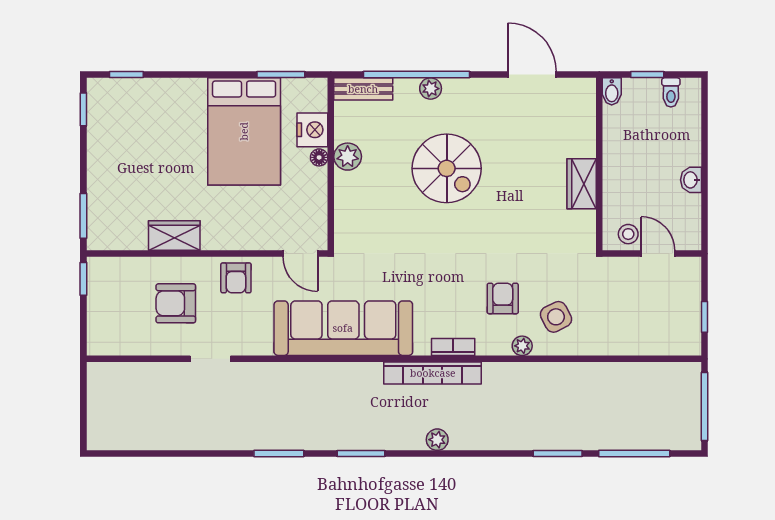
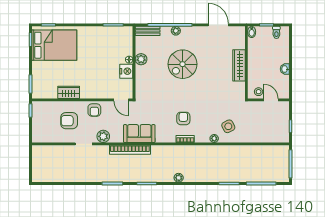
nightstand: (312, 130) -> (126, 71), moved
bed: (244, 131) -> (54, 45), moved, turned -90
spiral stairs: (447, 168) -> (183, 64), turned 90
wardrobe: (582, 184) -> (239, 65), width x1.50
armchair: (503, 298) -> (183, 118), moved
sofa: (343, 328) -> (139, 134), width x0.54, depth x0.79
plant: (257, 341) -> (103, 136), added
bookcase: (433, 373) -> (130, 150), moved

